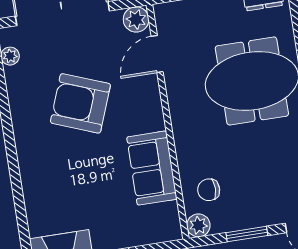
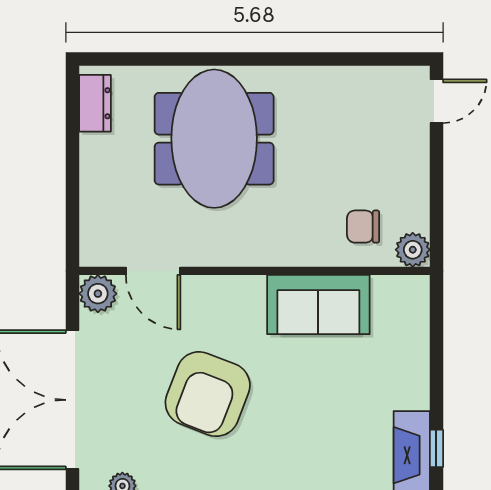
chair: (209, 190) -> (363, 227), turned 90
window: (247, 234) -> (436, 181), removed

